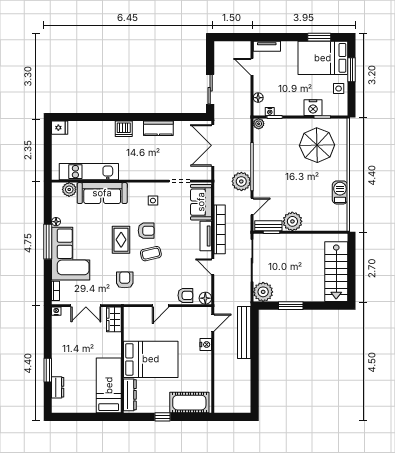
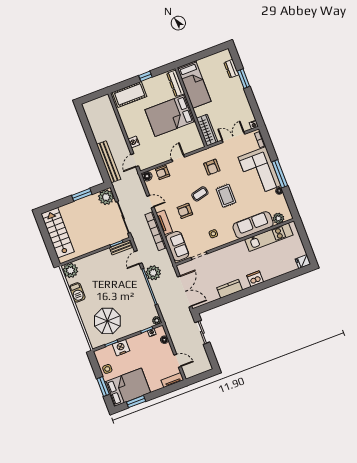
plant: (292, 221) -> (70, 270), moved
armchair: (146, 231) -> (185, 211), moved
wardrobe: (114, 319) -> (207, 130), width x1.50

